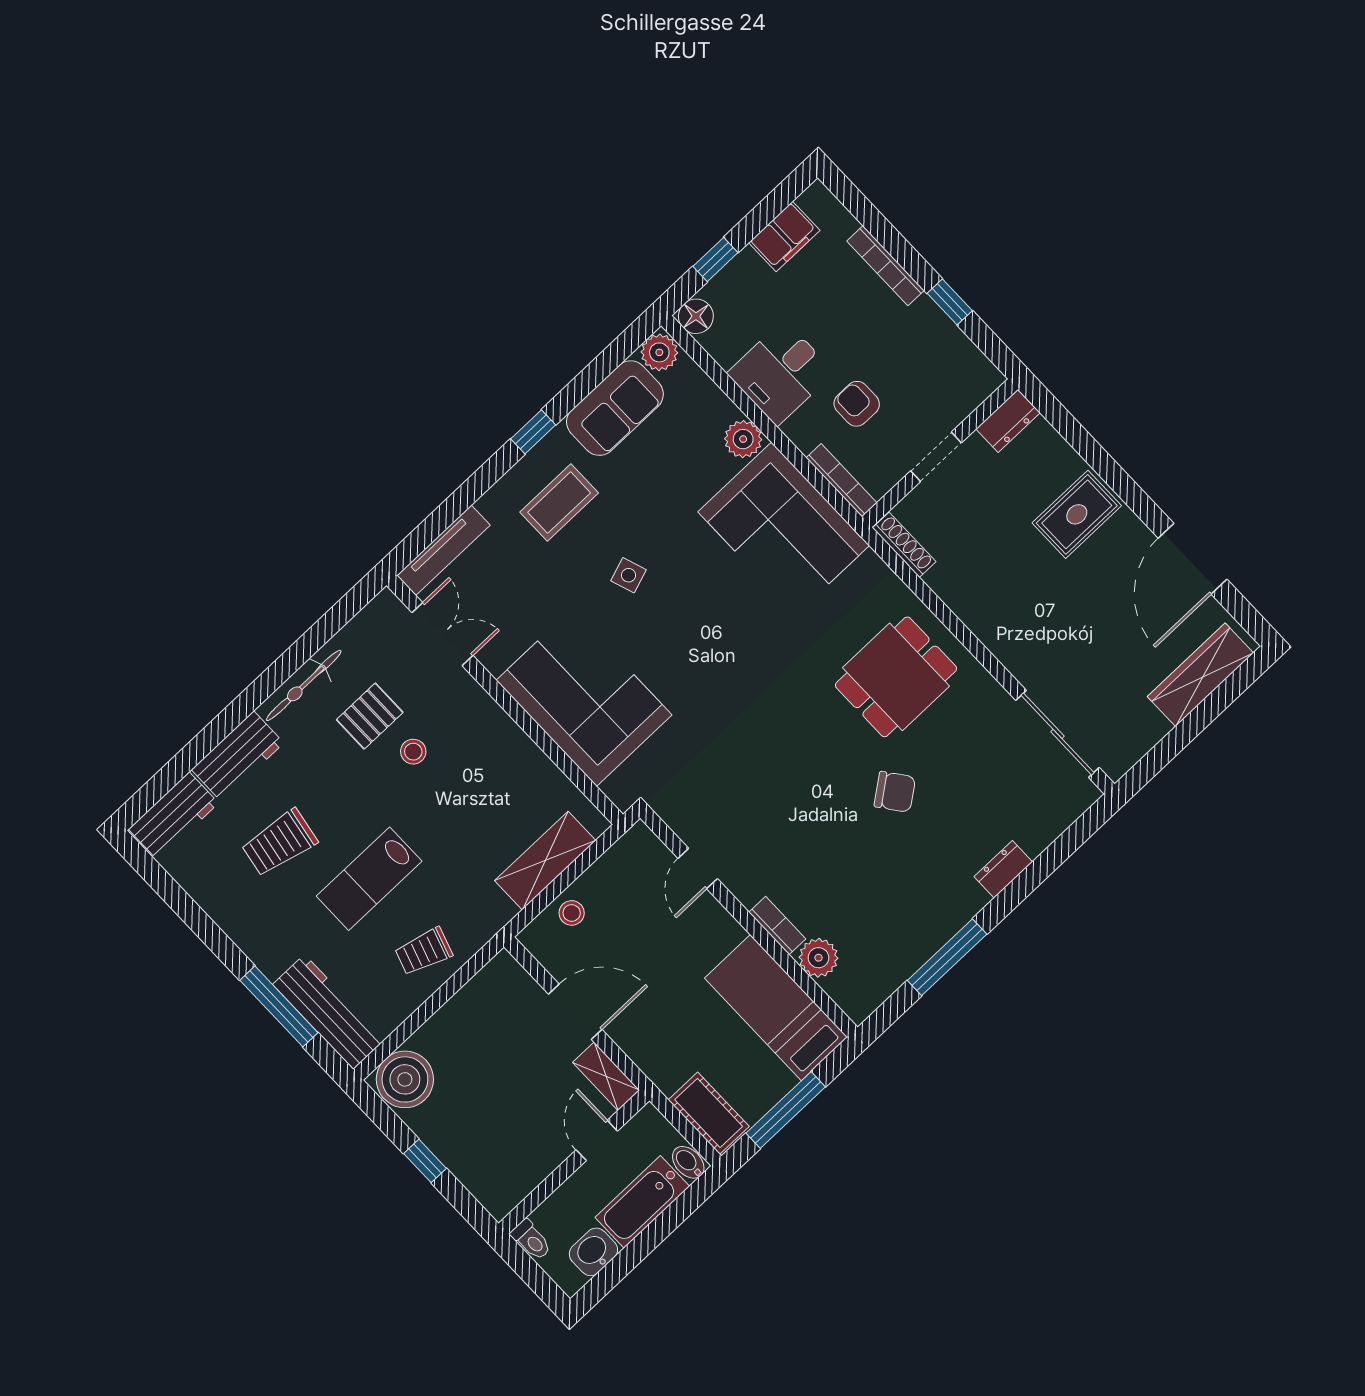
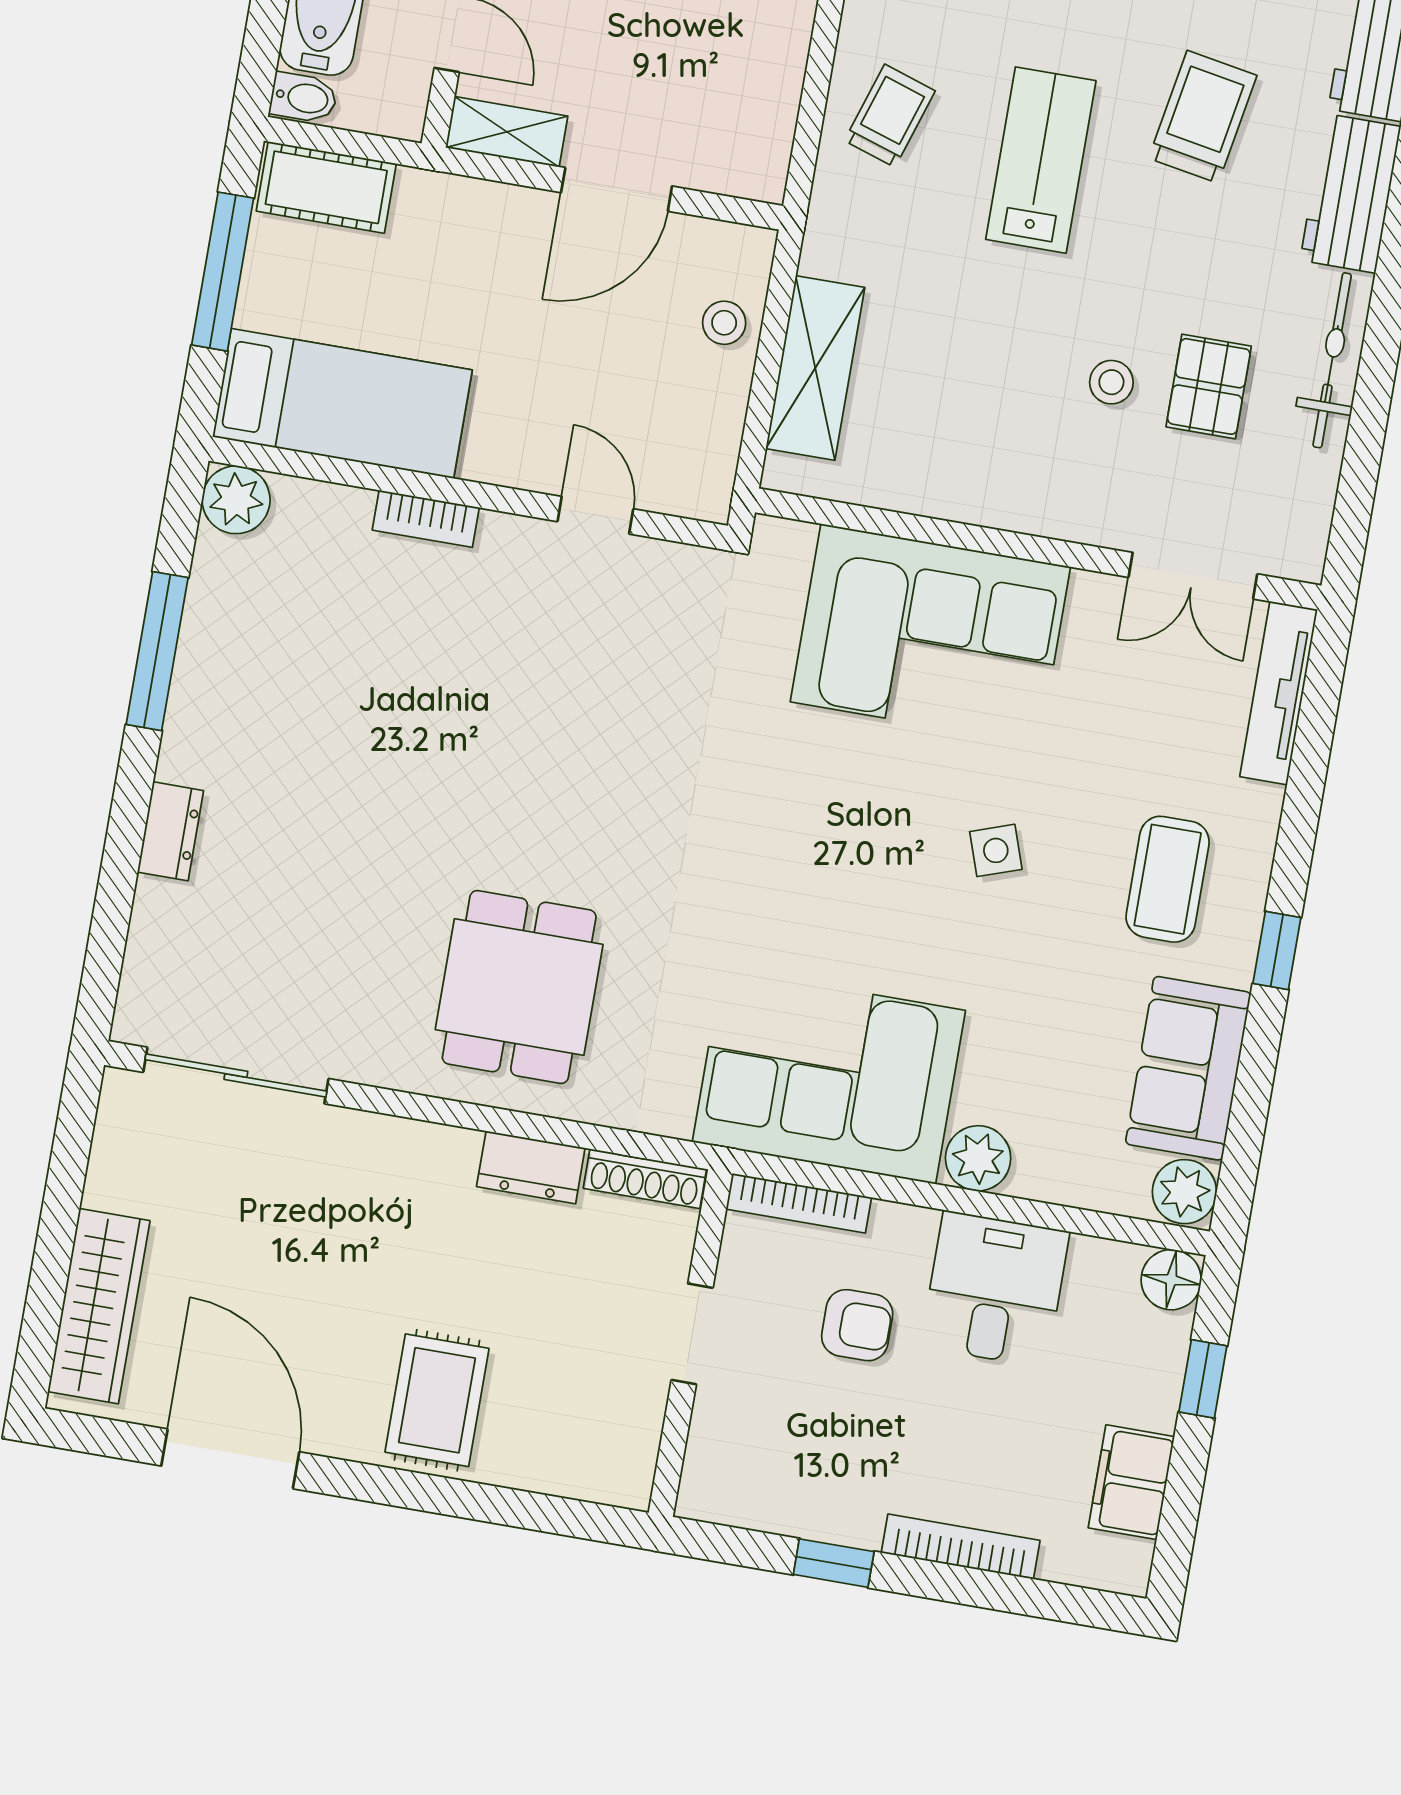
dresser: (1008, 421) -> (531, 1167), moved, turned -90
chair: (895, 792) -> (402, 826), removed
plant: (818, 958) -> (236, 500), moved

